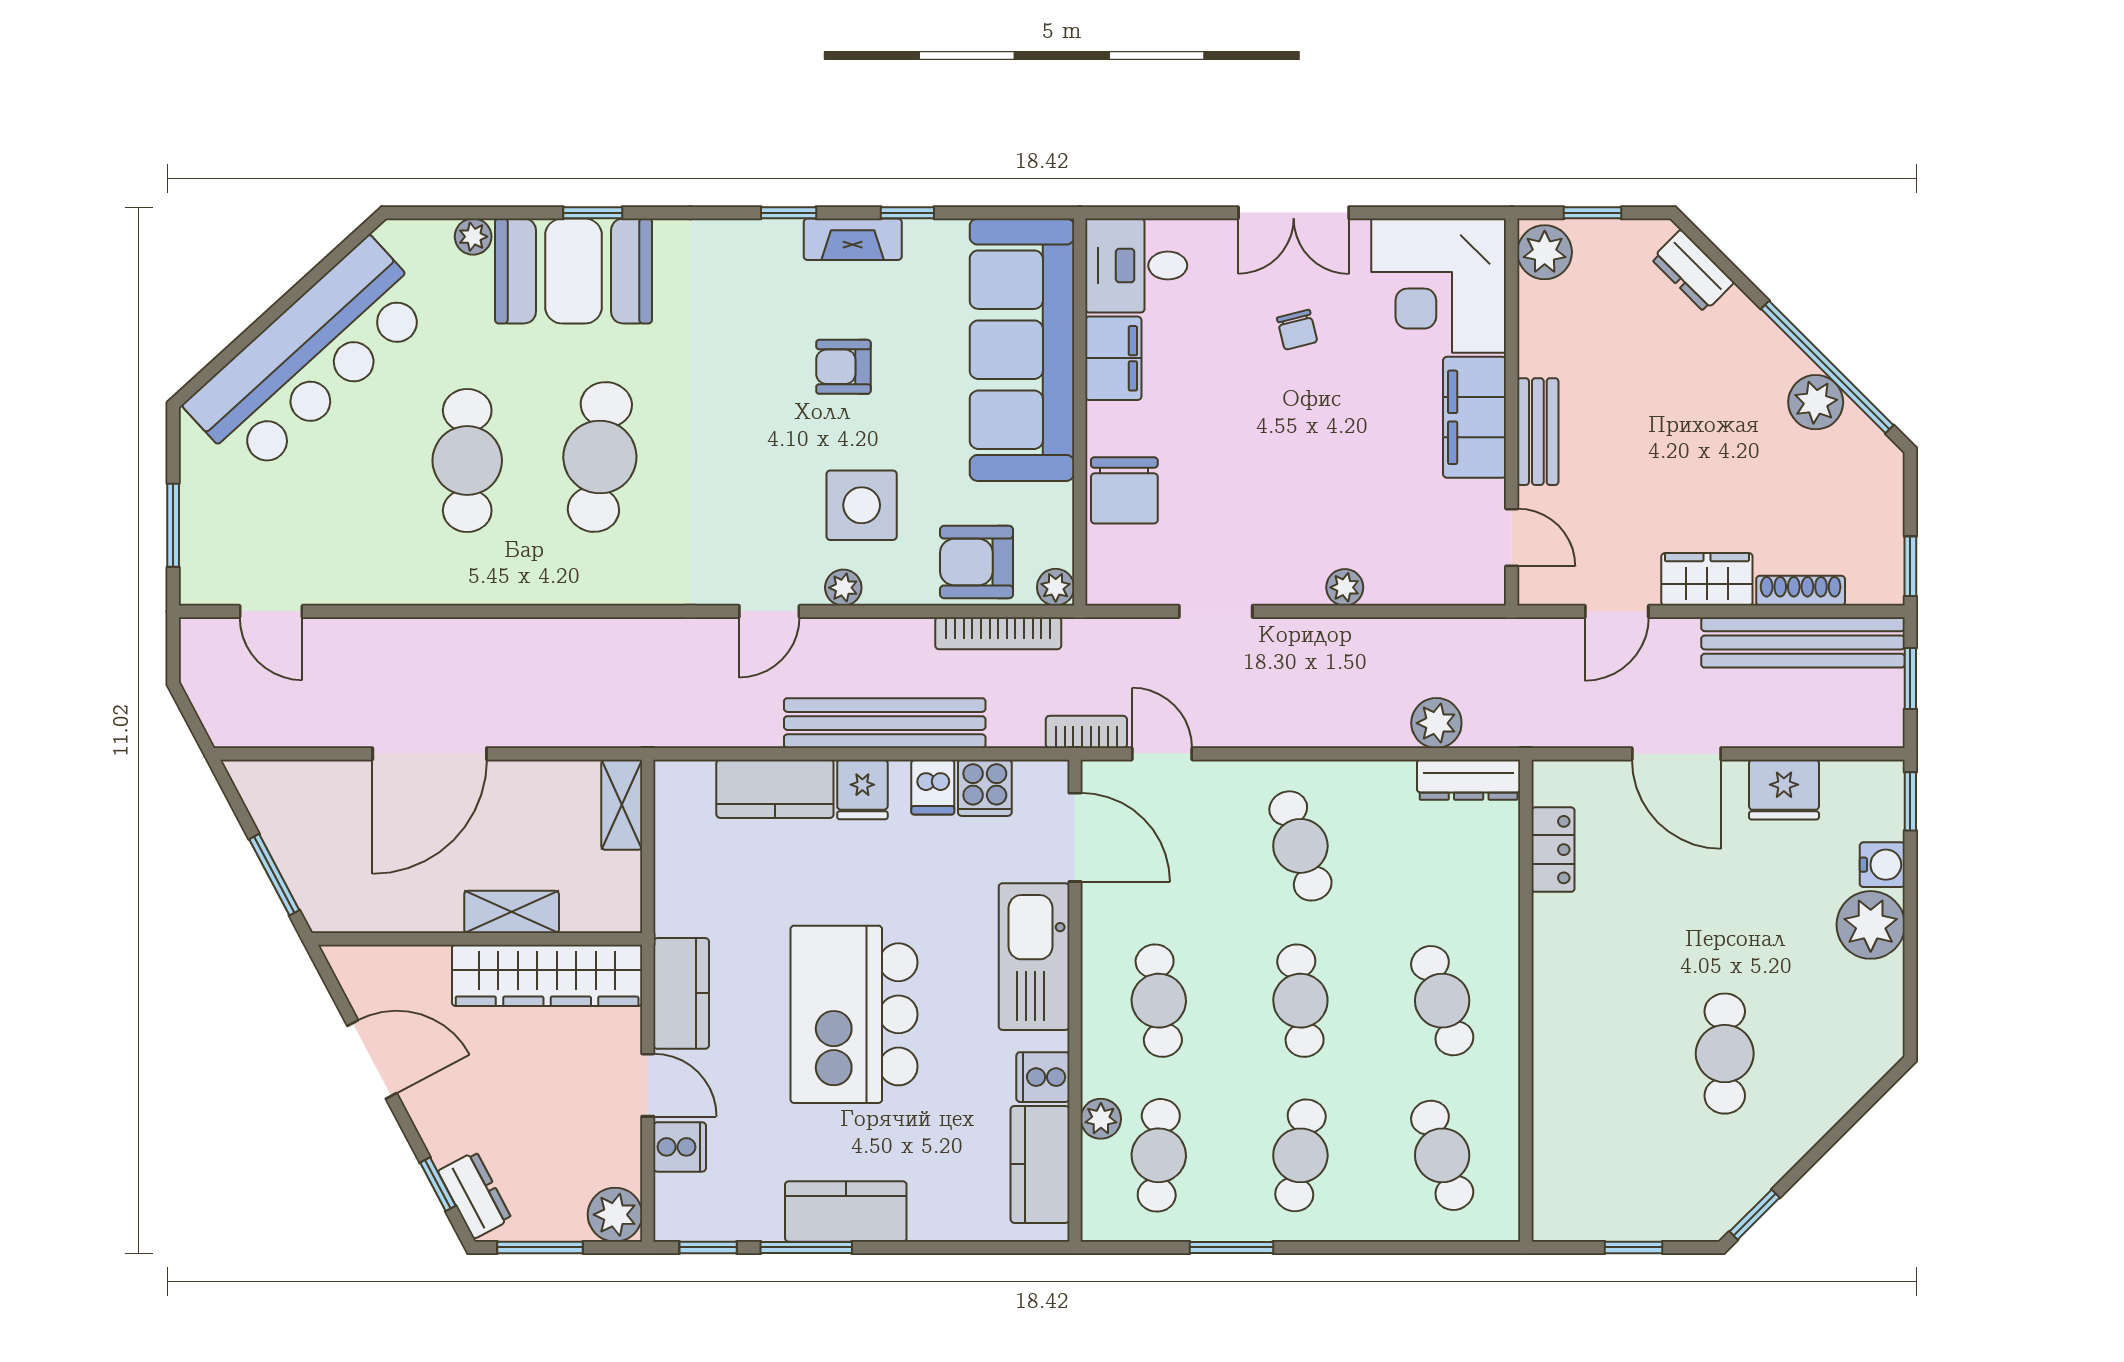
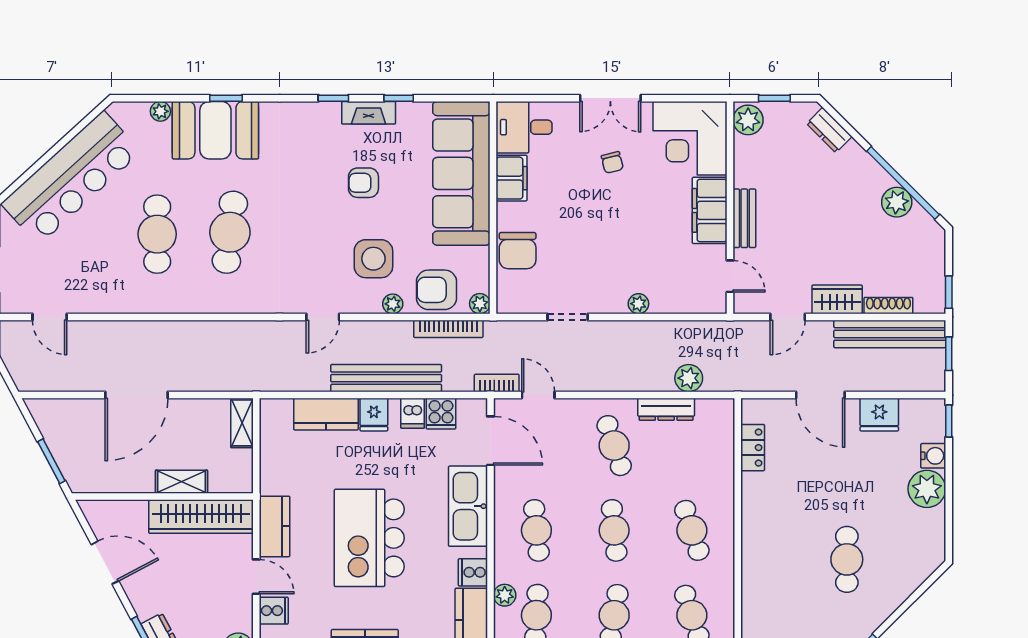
plant: (843, 588) -> (393, 304), moved
dresser: (1469, 780) -> (666, 409), moved

